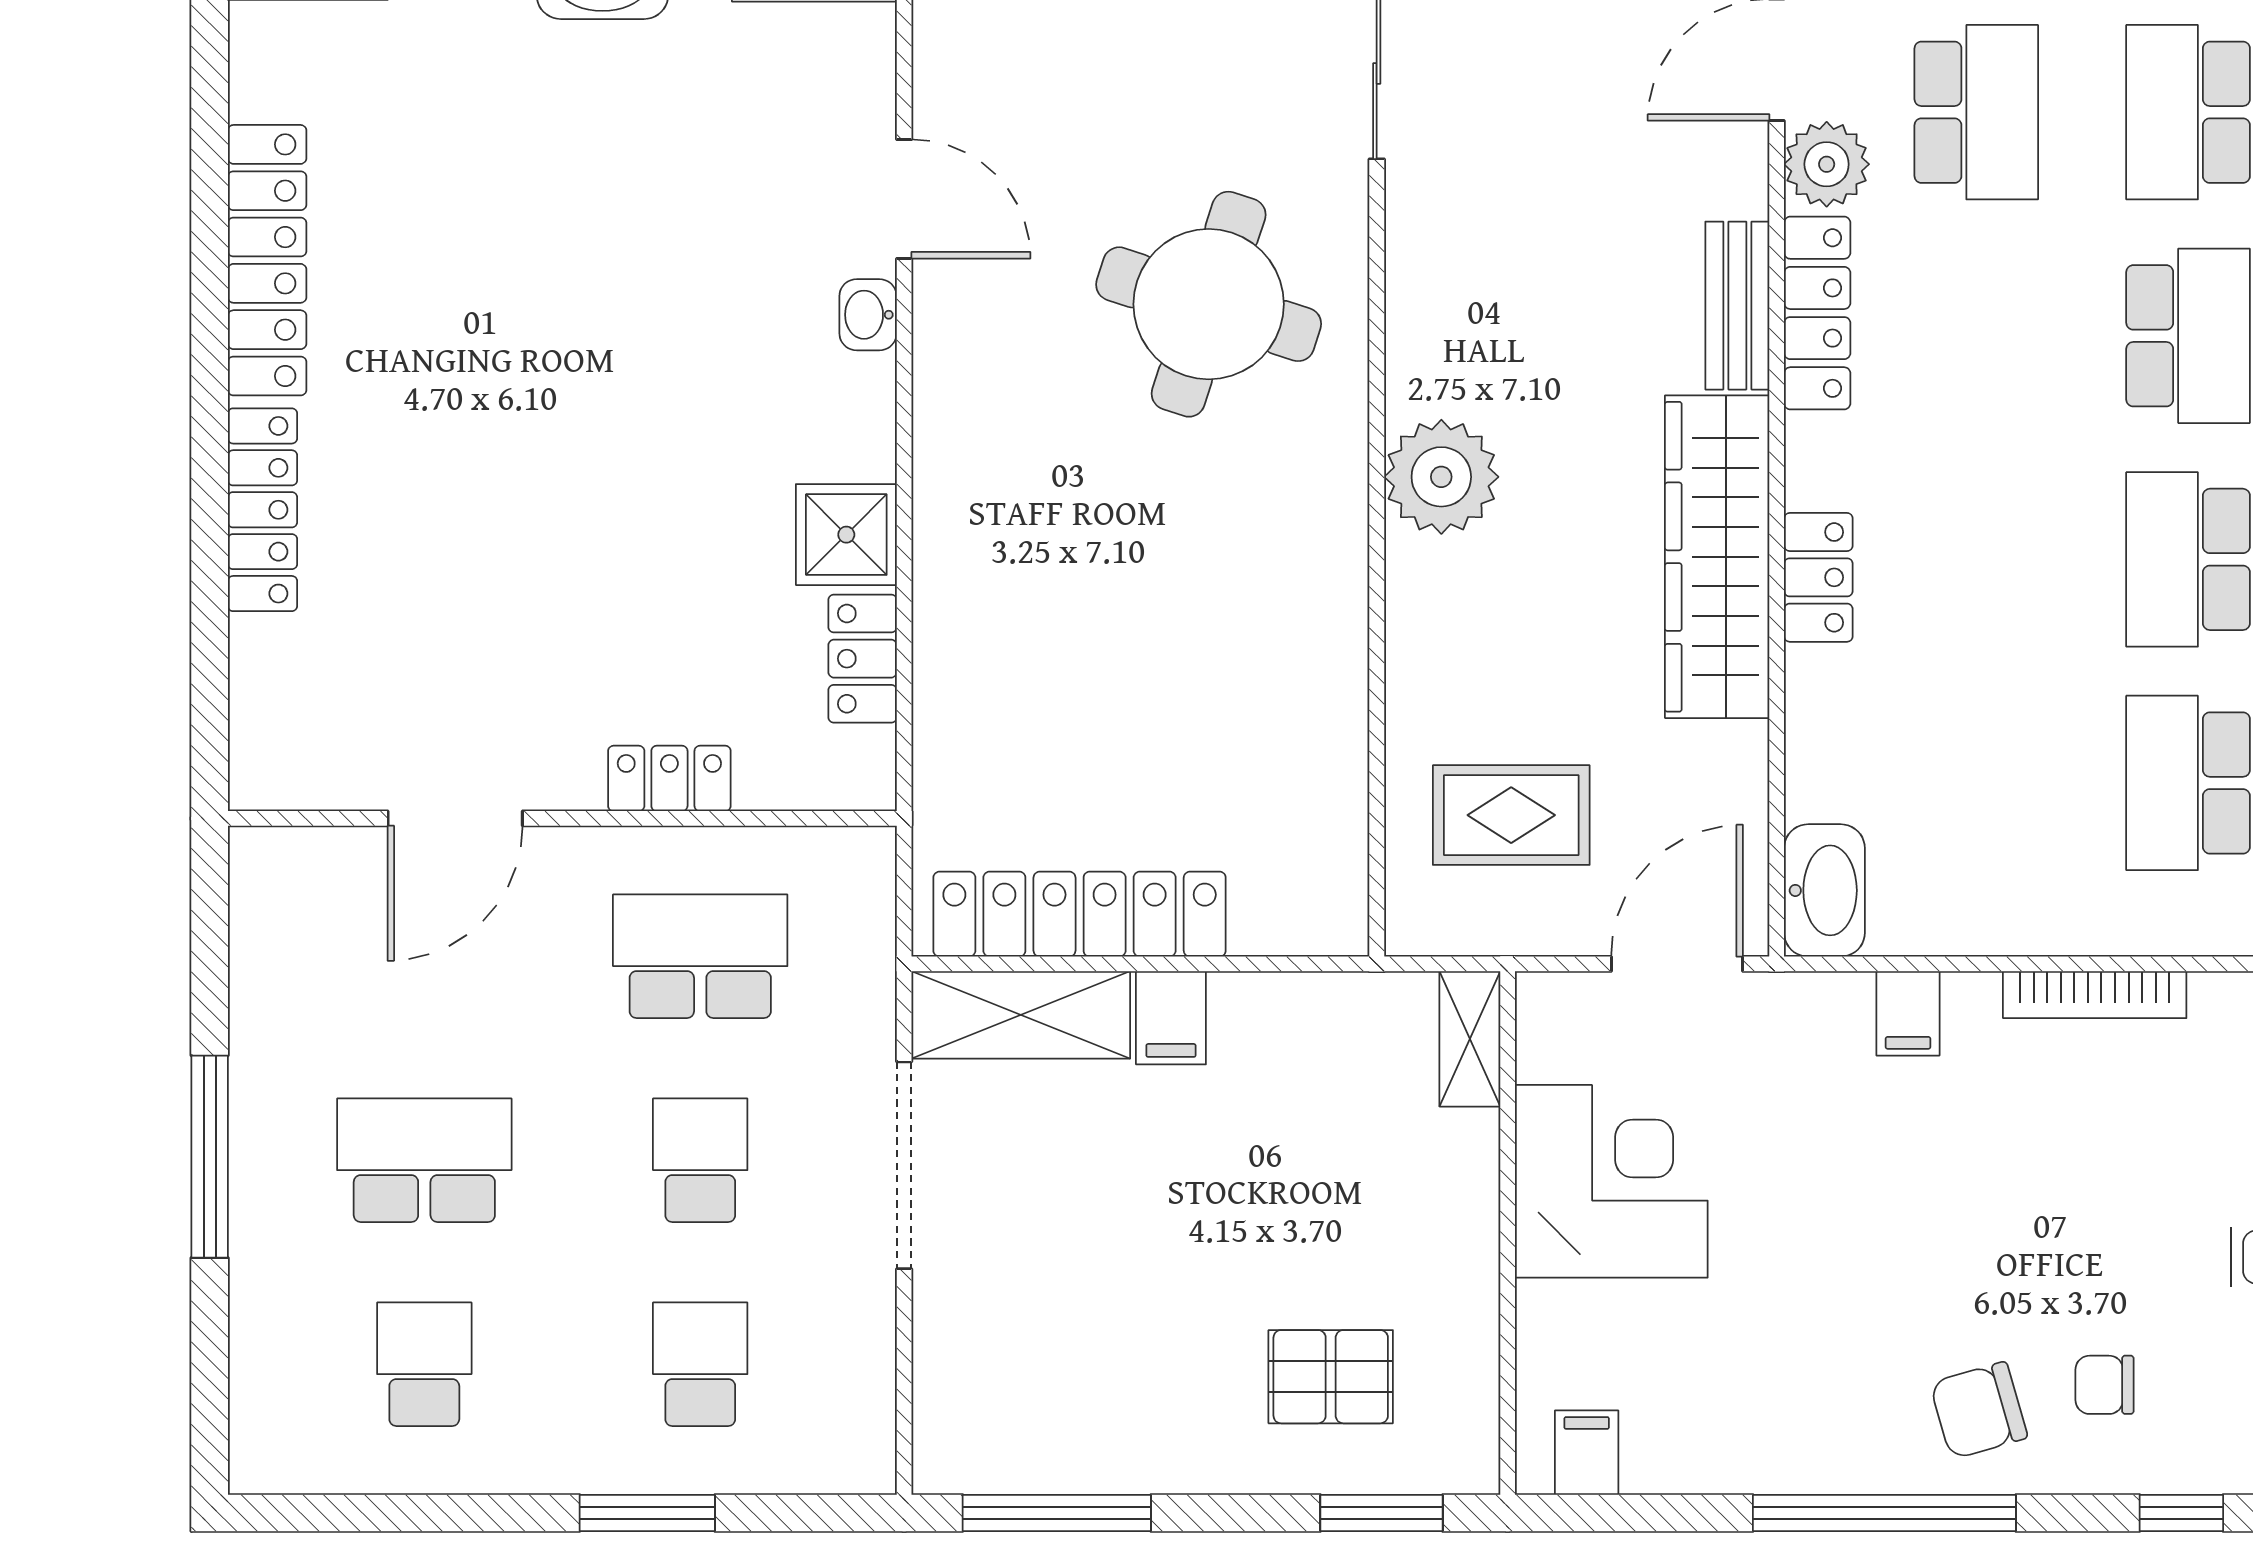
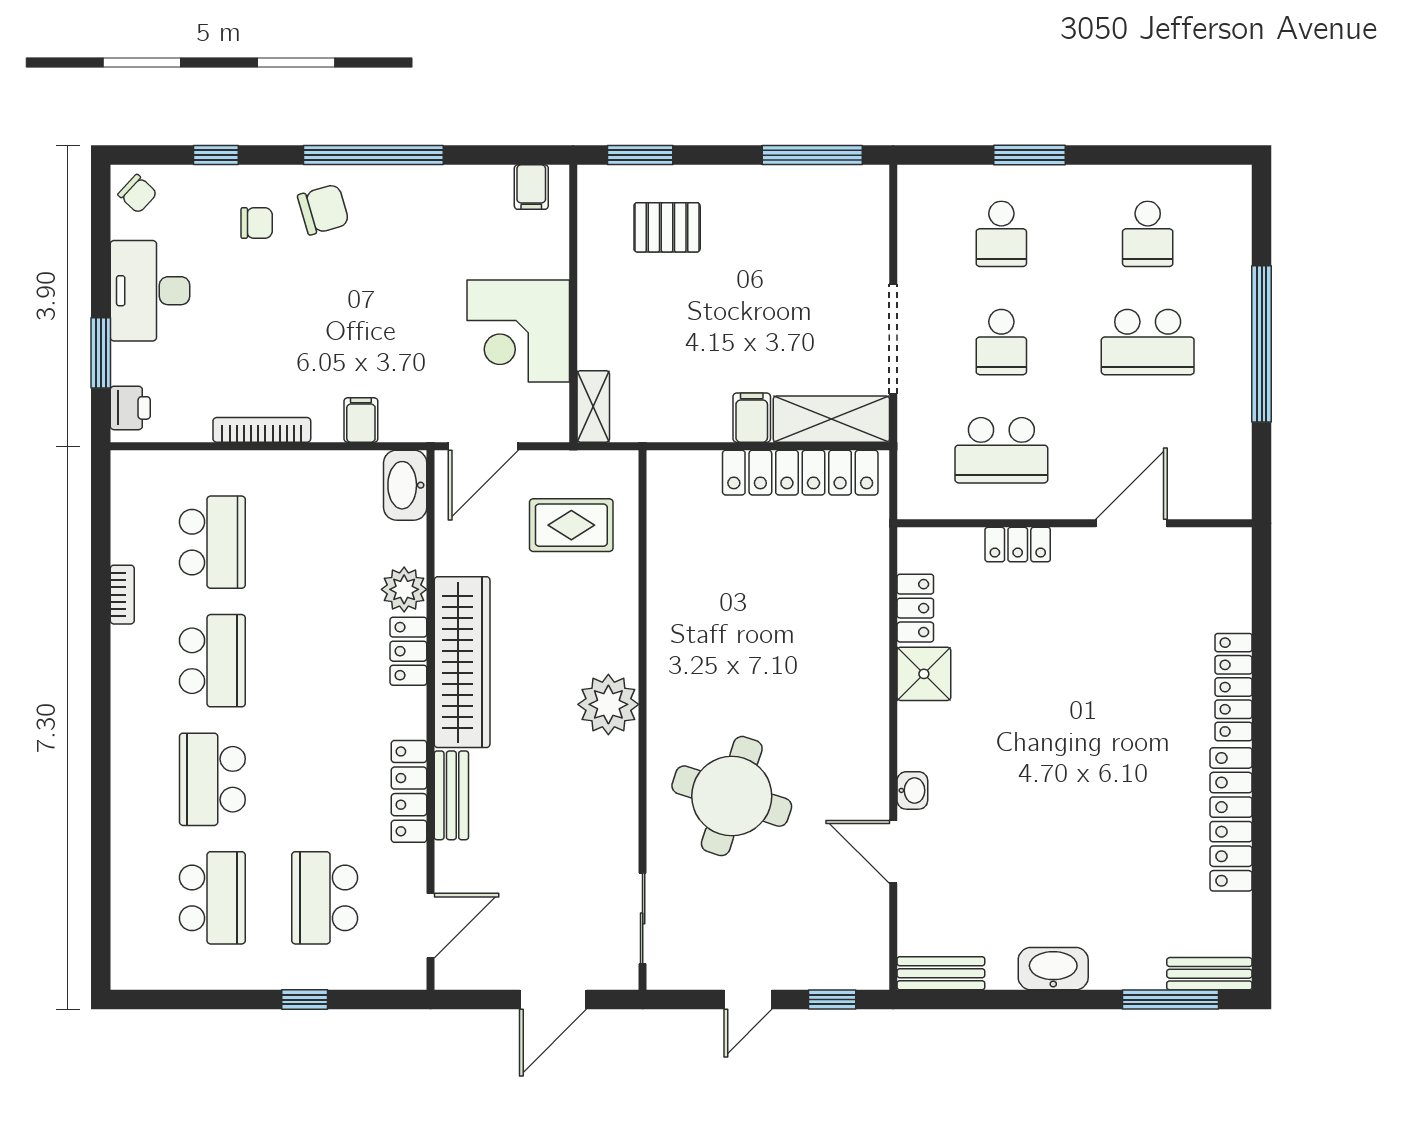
plant: (1827, 164) -> (404, 589), moved
window: (210, 1157) -> (1262, 344), width x1.46

